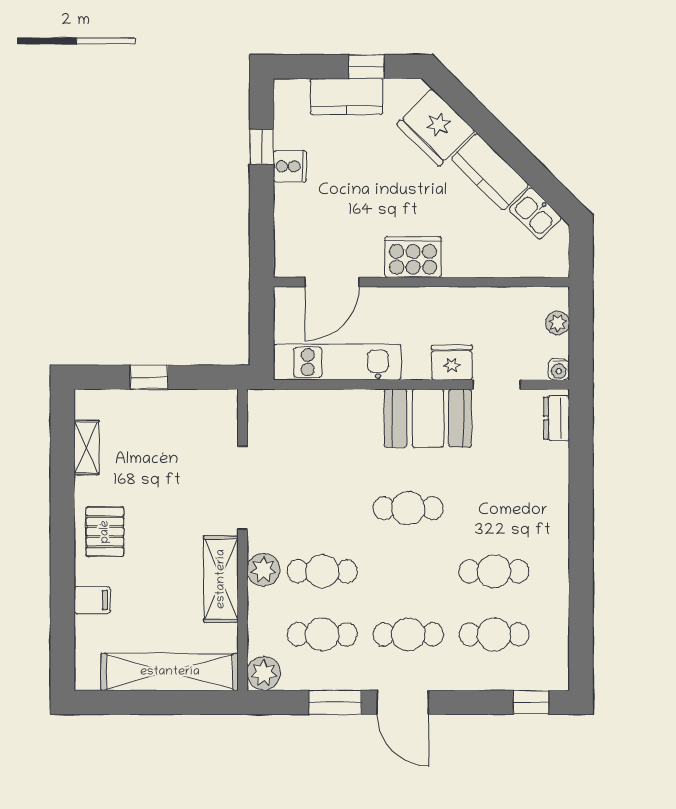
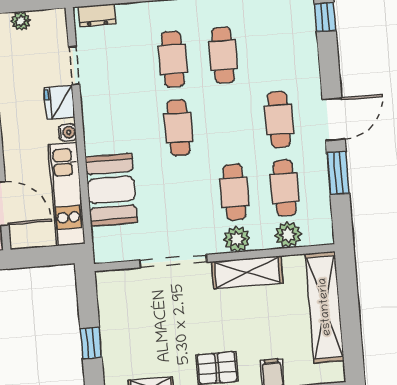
water cooler: (559, 370) -> (68, 132), moved
booth: (428, 418) -> (111, 190), moved
cafe table: (494, 634) -> (173, 59), moved
plant: (264, 673) -> (288, 235), moved

